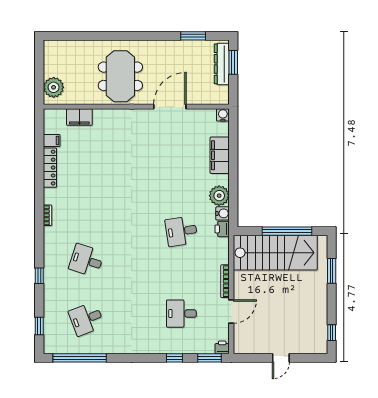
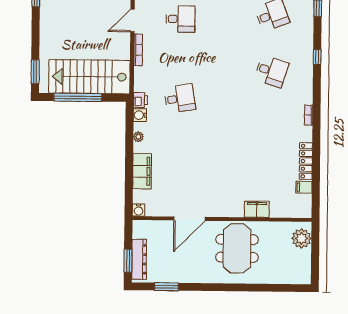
filing cabinet: (79, 117) -> (257, 209), moved
plant: (219, 196) -> (138, 137), width x0.53, depth x0.53
window: (332, 271) -> (35, 72), moved

